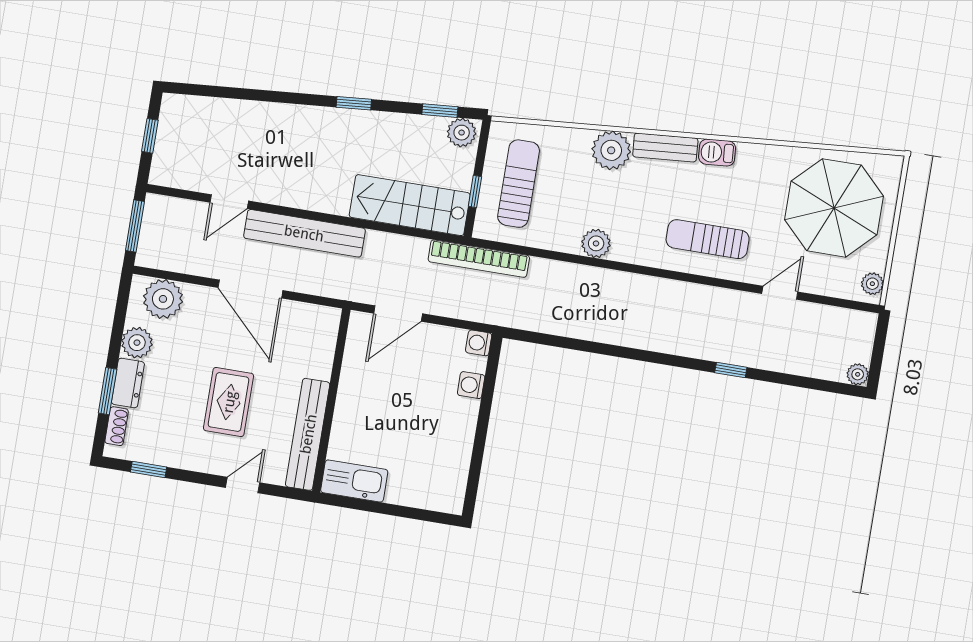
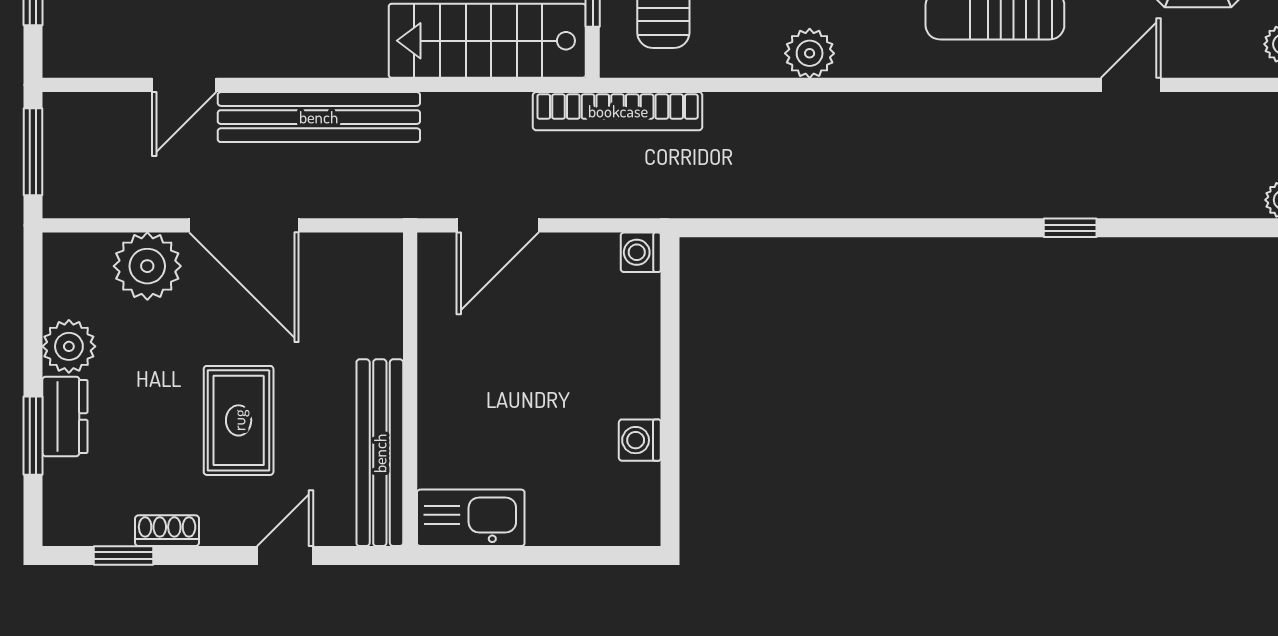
plant: (163, 299) -> (147, 266), moved
washing machine: (471, 385) -> (640, 440), moved
shoe rack: (117, 426) -> (167, 531), moved, turned -90

